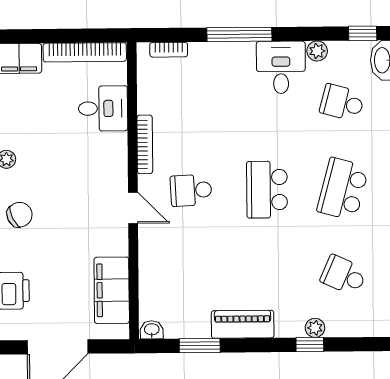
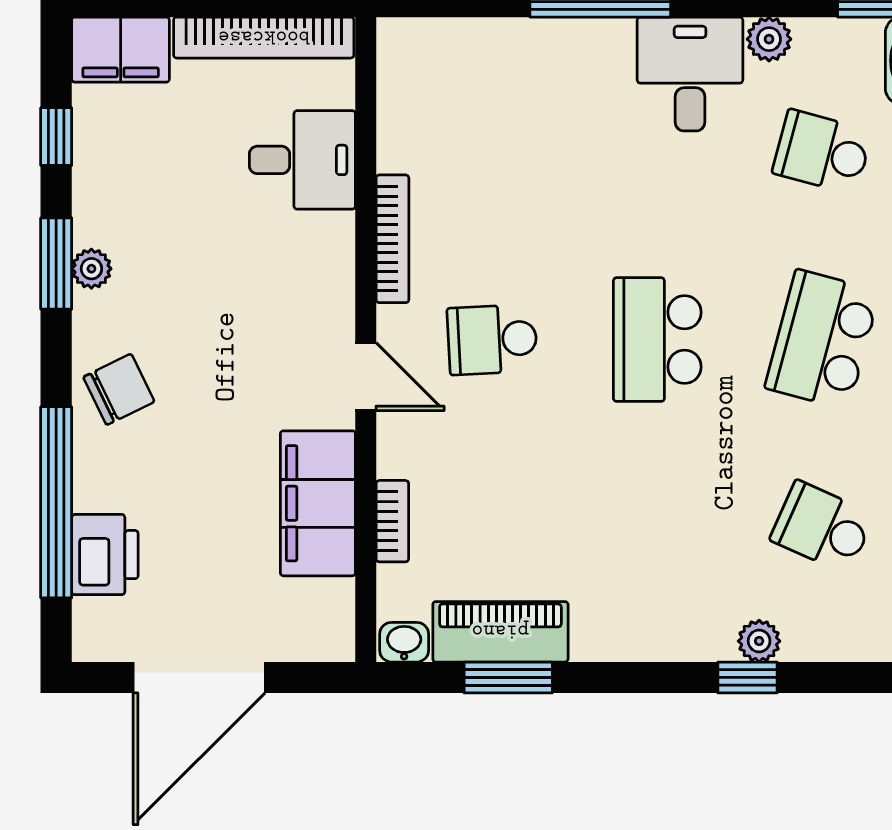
bookcase: (169, 50) -> (392, 521), moved, turned -90
filing cabinet: (112, 290) -> (318, 503), moved
piano: (243, 324) -> (500, 632), moved

